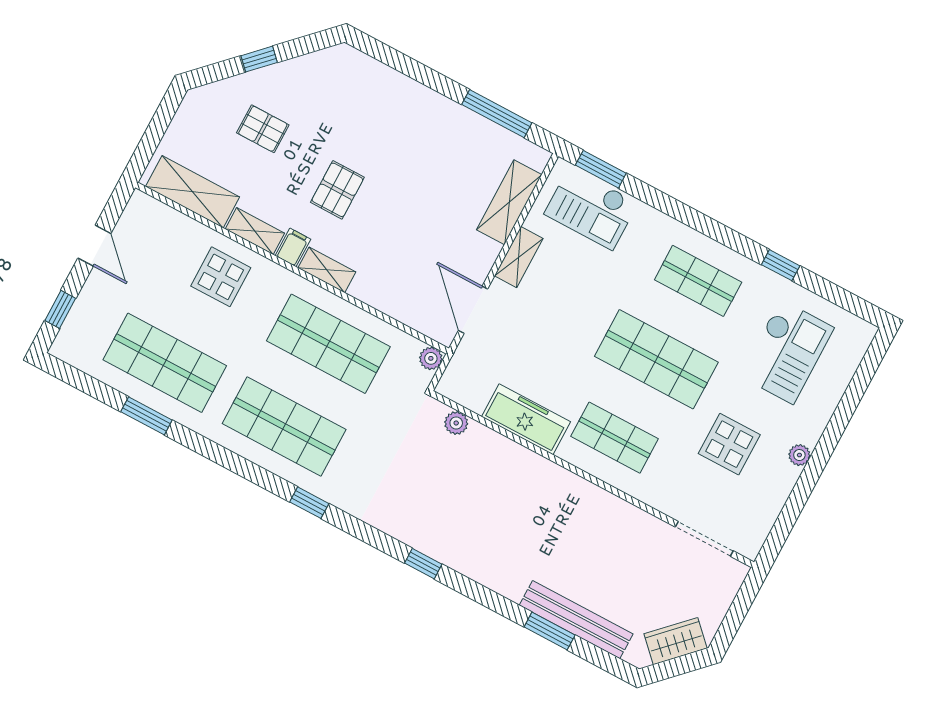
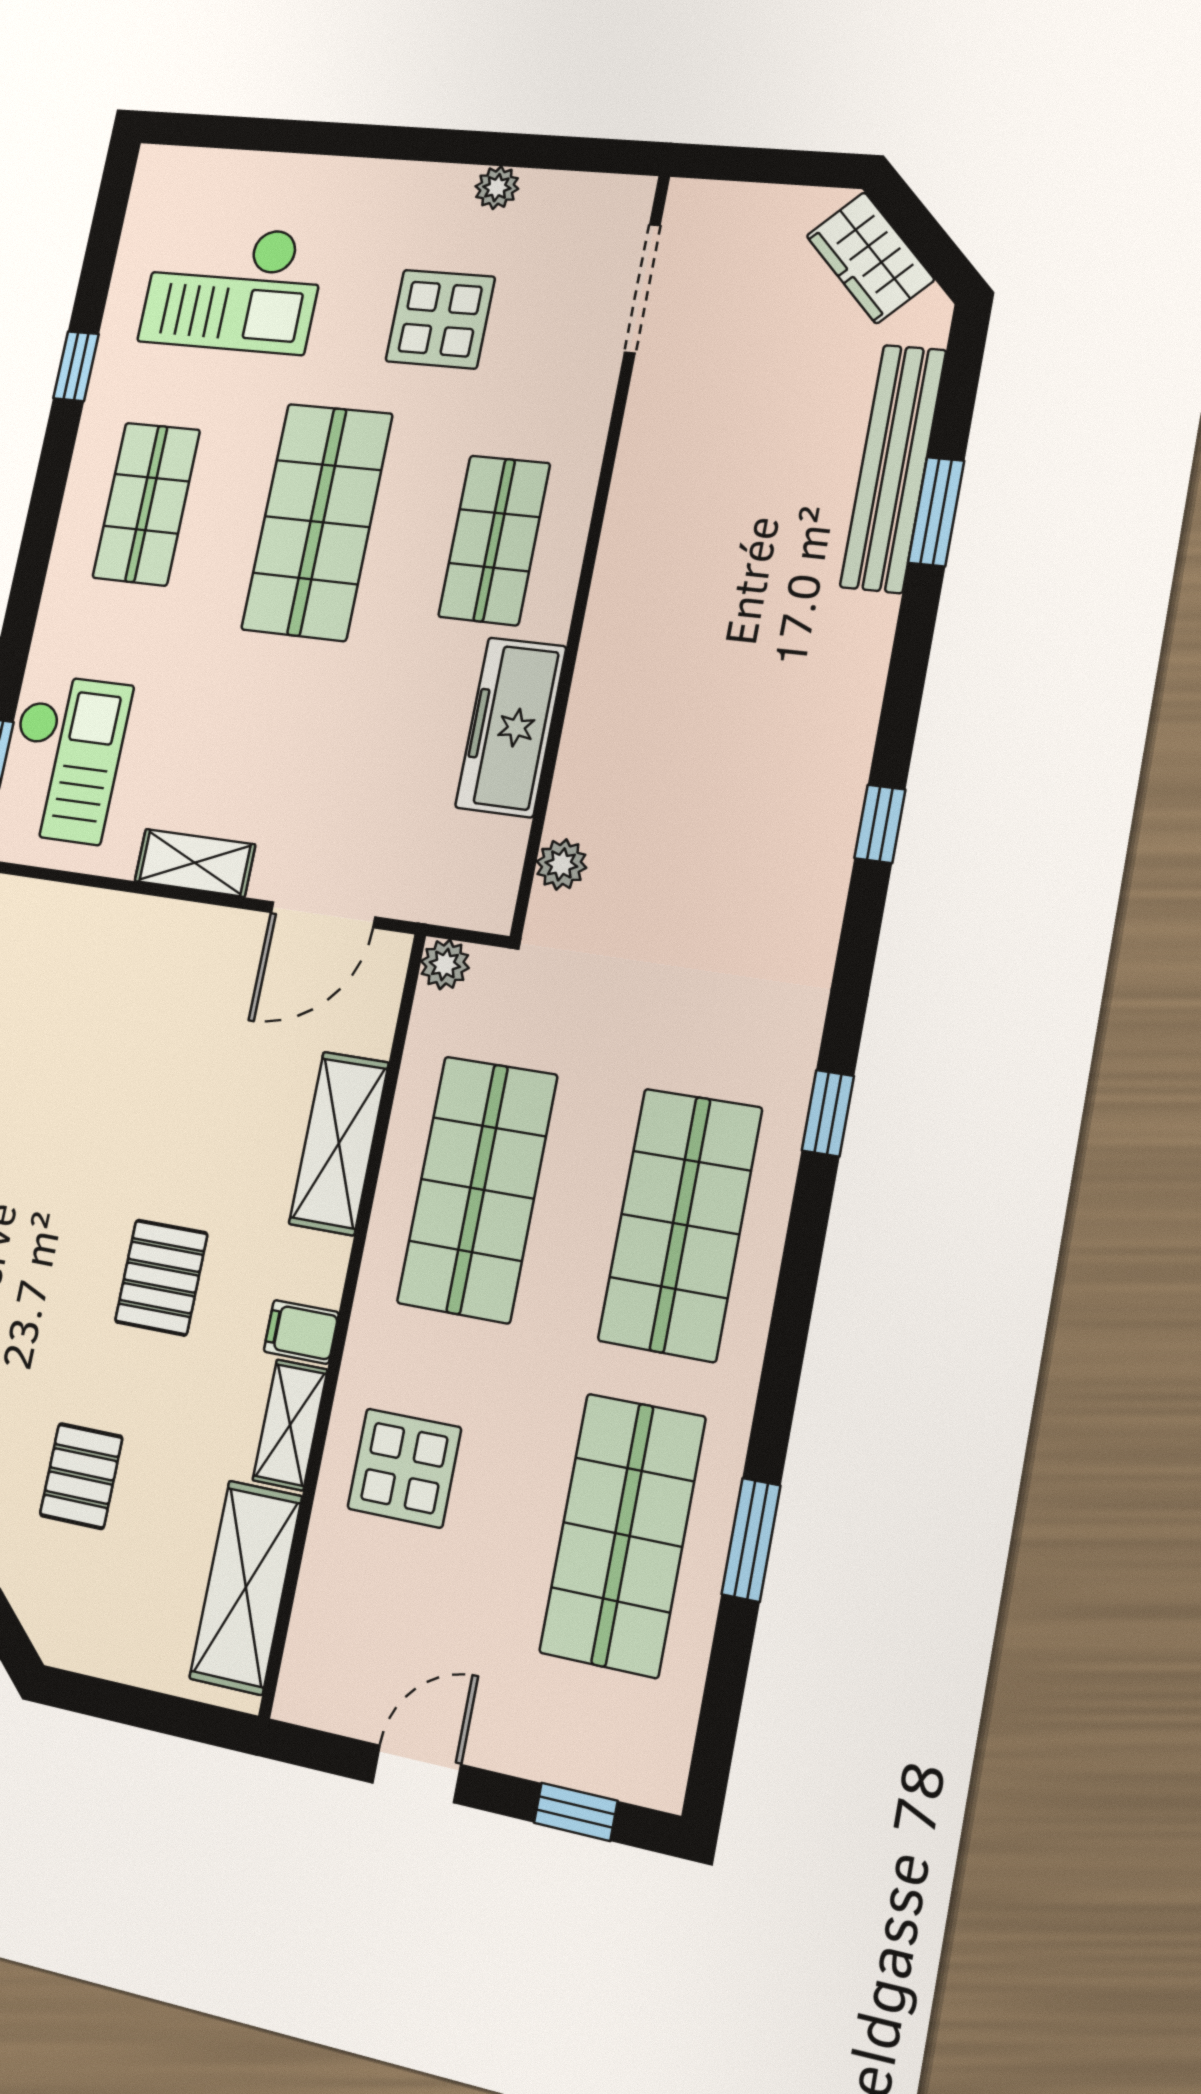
pallet: (337, 190) -> (161, 1278), turned 90
shelving: (509, 202) -> (95, 921), removed
shelving: (327, 270) -> (339, 1143), moved, width x1.50, depth x1.33
checkout: (787, 352) -> (233, 288), turned 180
plant: (799, 455) -> (497, 188), moved

